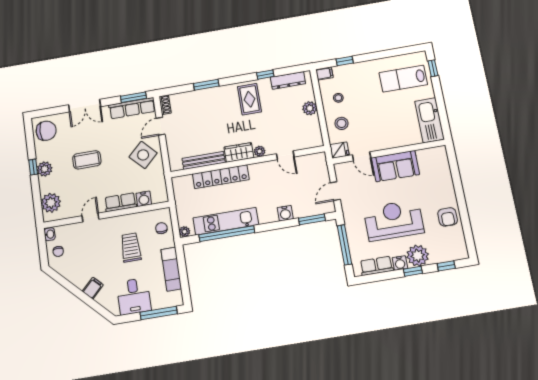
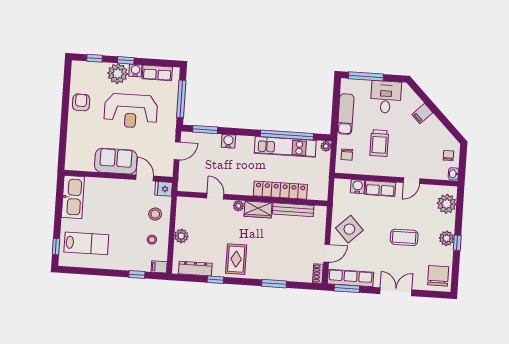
chair: (46, 131) -> (438, 276), turned 90

